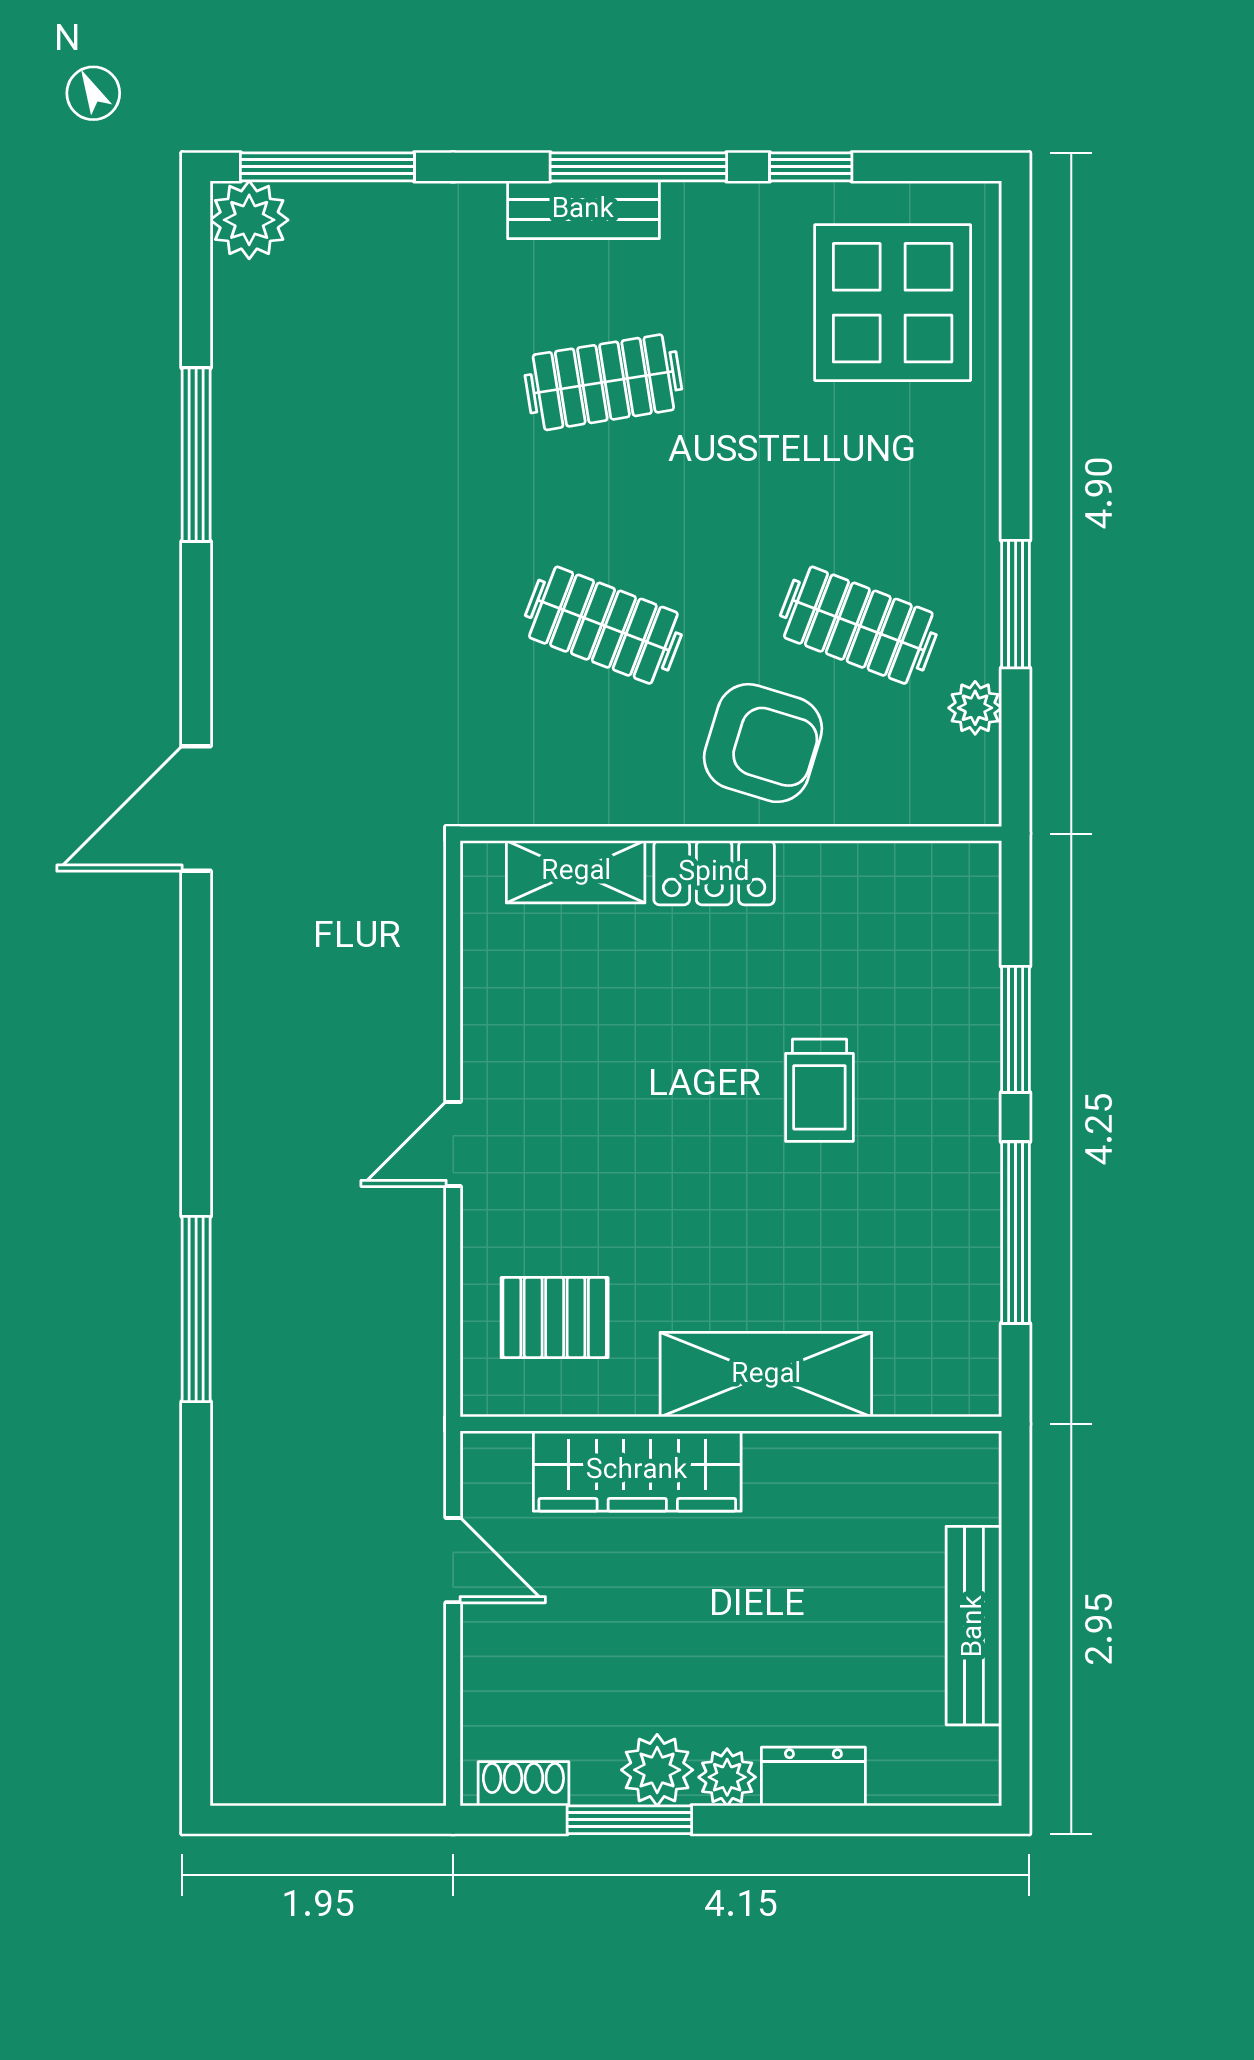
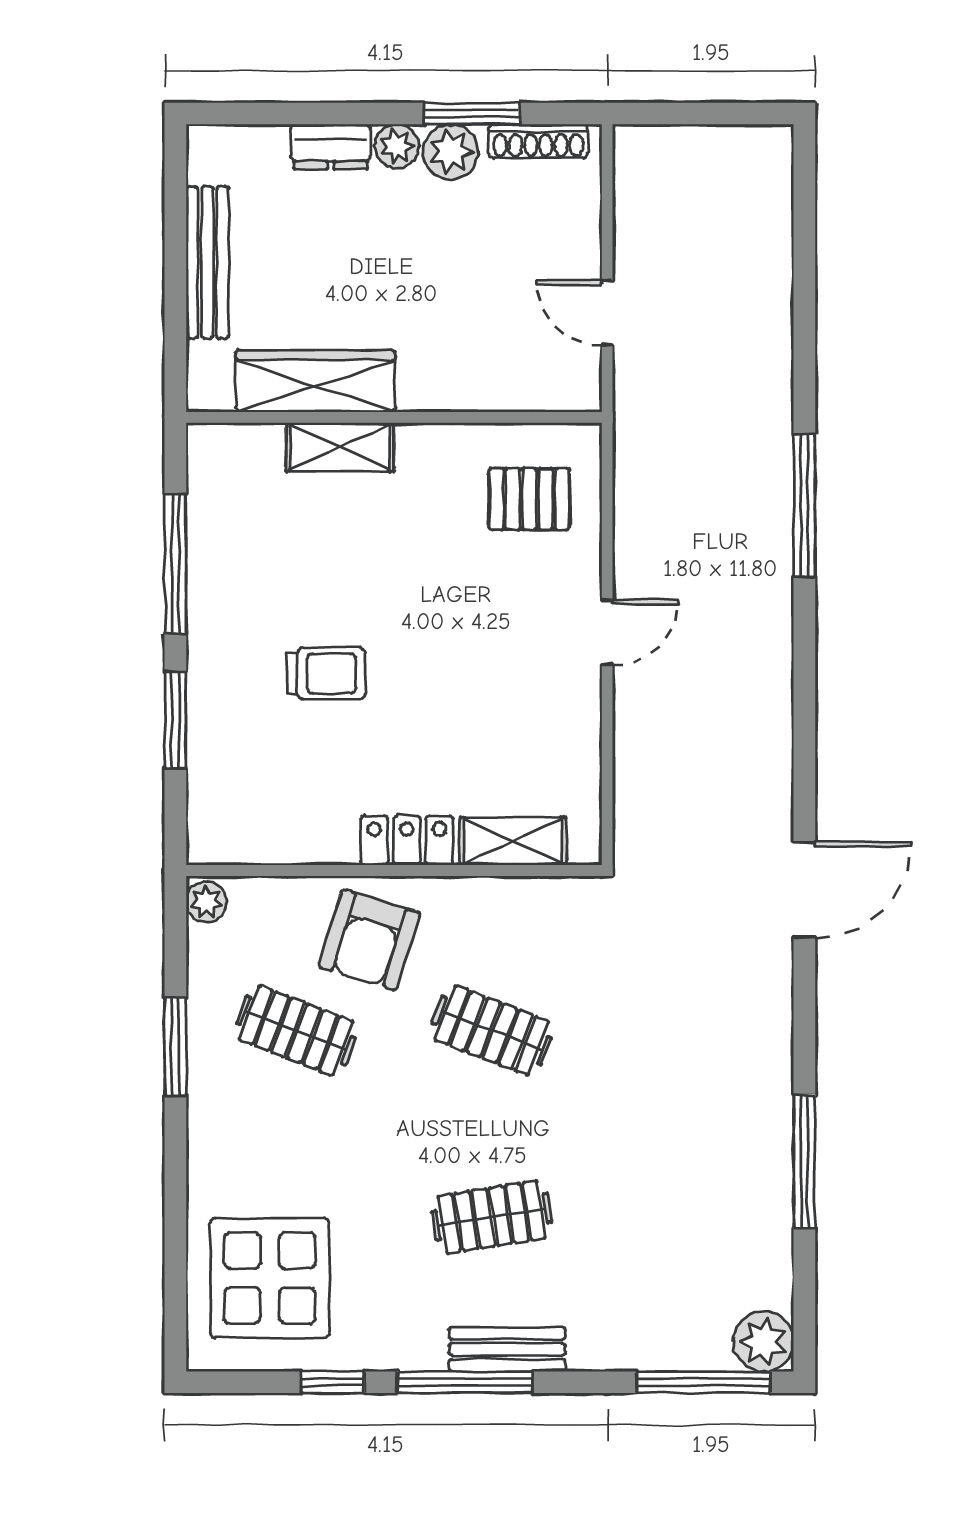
plant: (975, 708) -> (206, 902), moved
armchair: (763, 743) -> (369, 940), turned -90
trolley: (819, 1090) -> (326, 673), turned 90
shelving: (766, 1375) -> (340, 447), width x0.67, depth x0.75
wardrobe: (637, 1471) -> (315, 381), moved
shoe rack: (523, 1784) -> (538, 141), width x1.43

